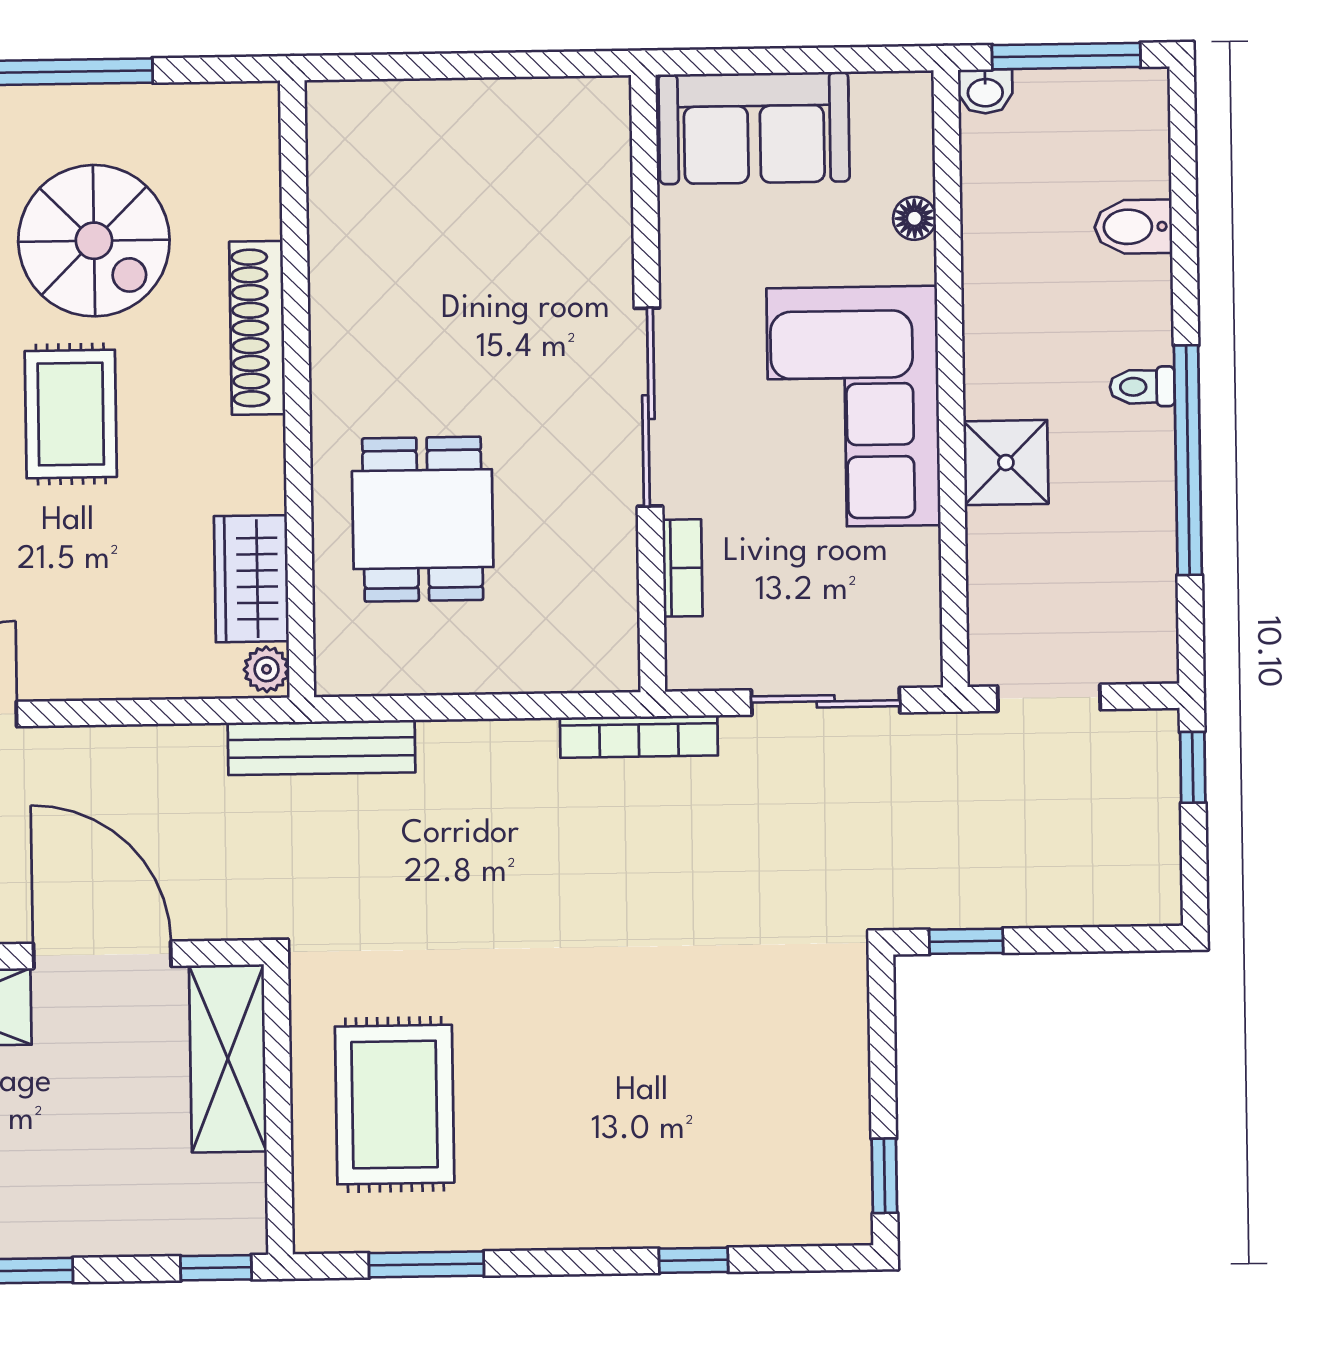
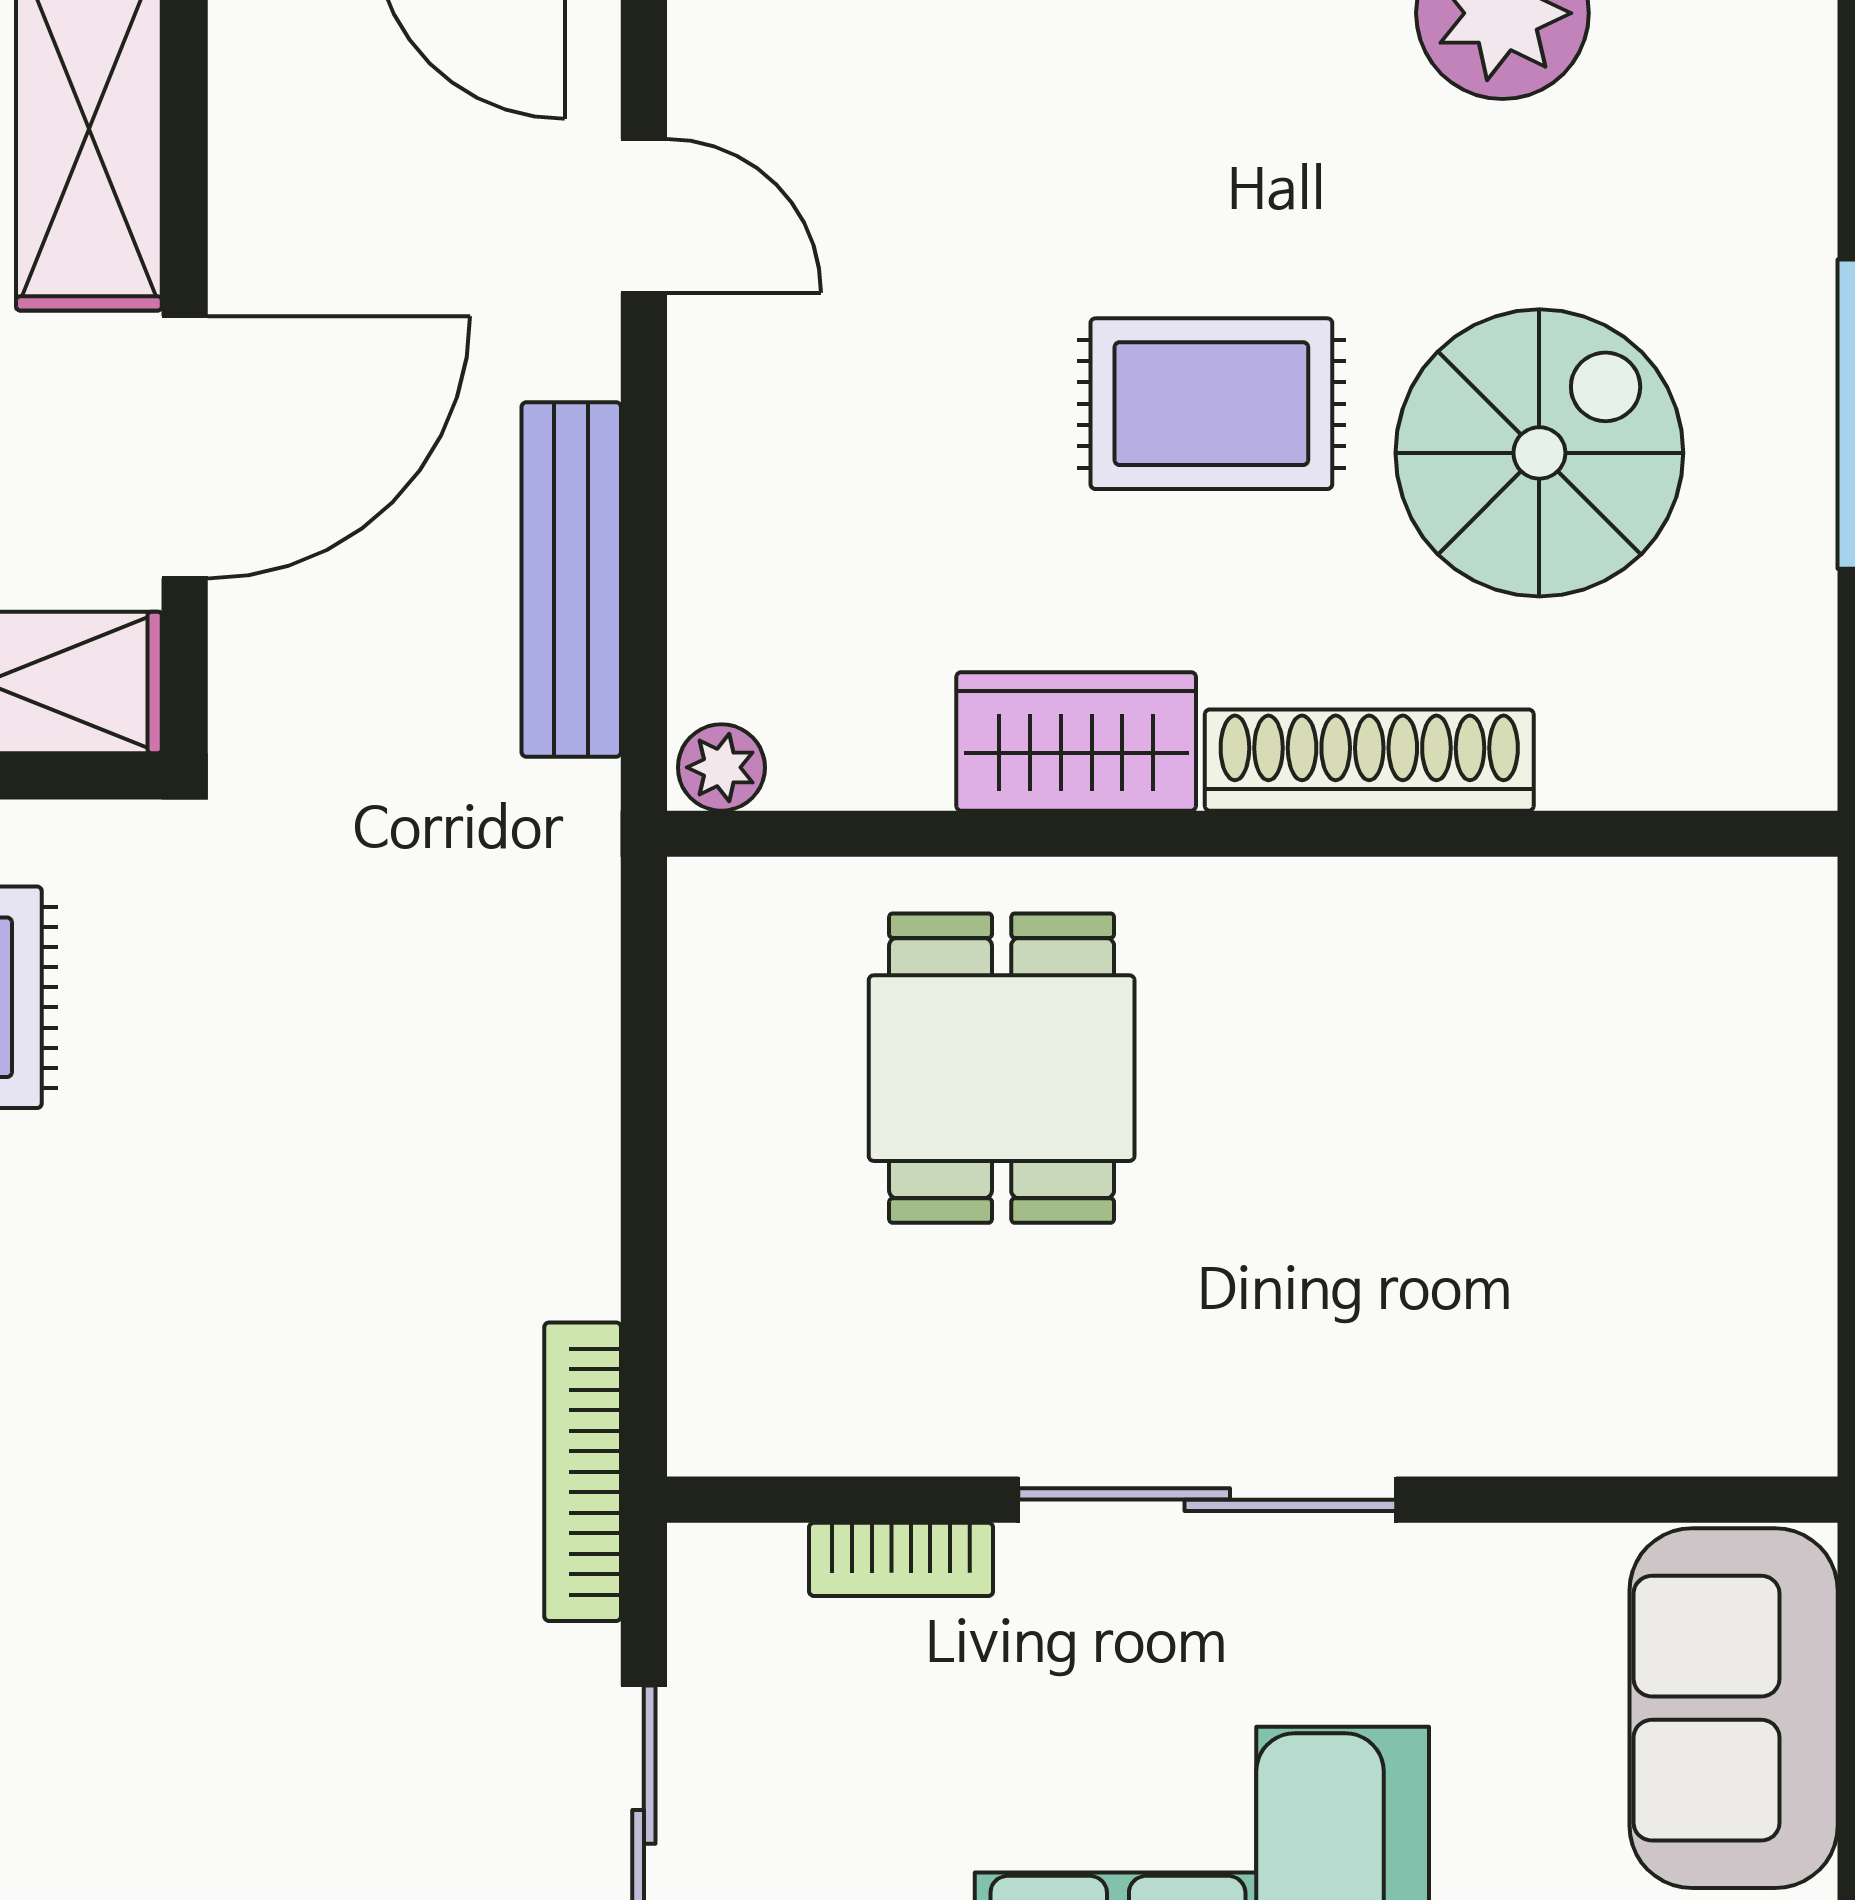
spiral stairs: (94, 241) -> (1539, 453), turned 180
dining table: (423, 519) -> (1002, 1068), turned 90
wardrobe: (251, 579) -> (1076, 741), moved
bench: (322, 748) -> (571, 580), moved

